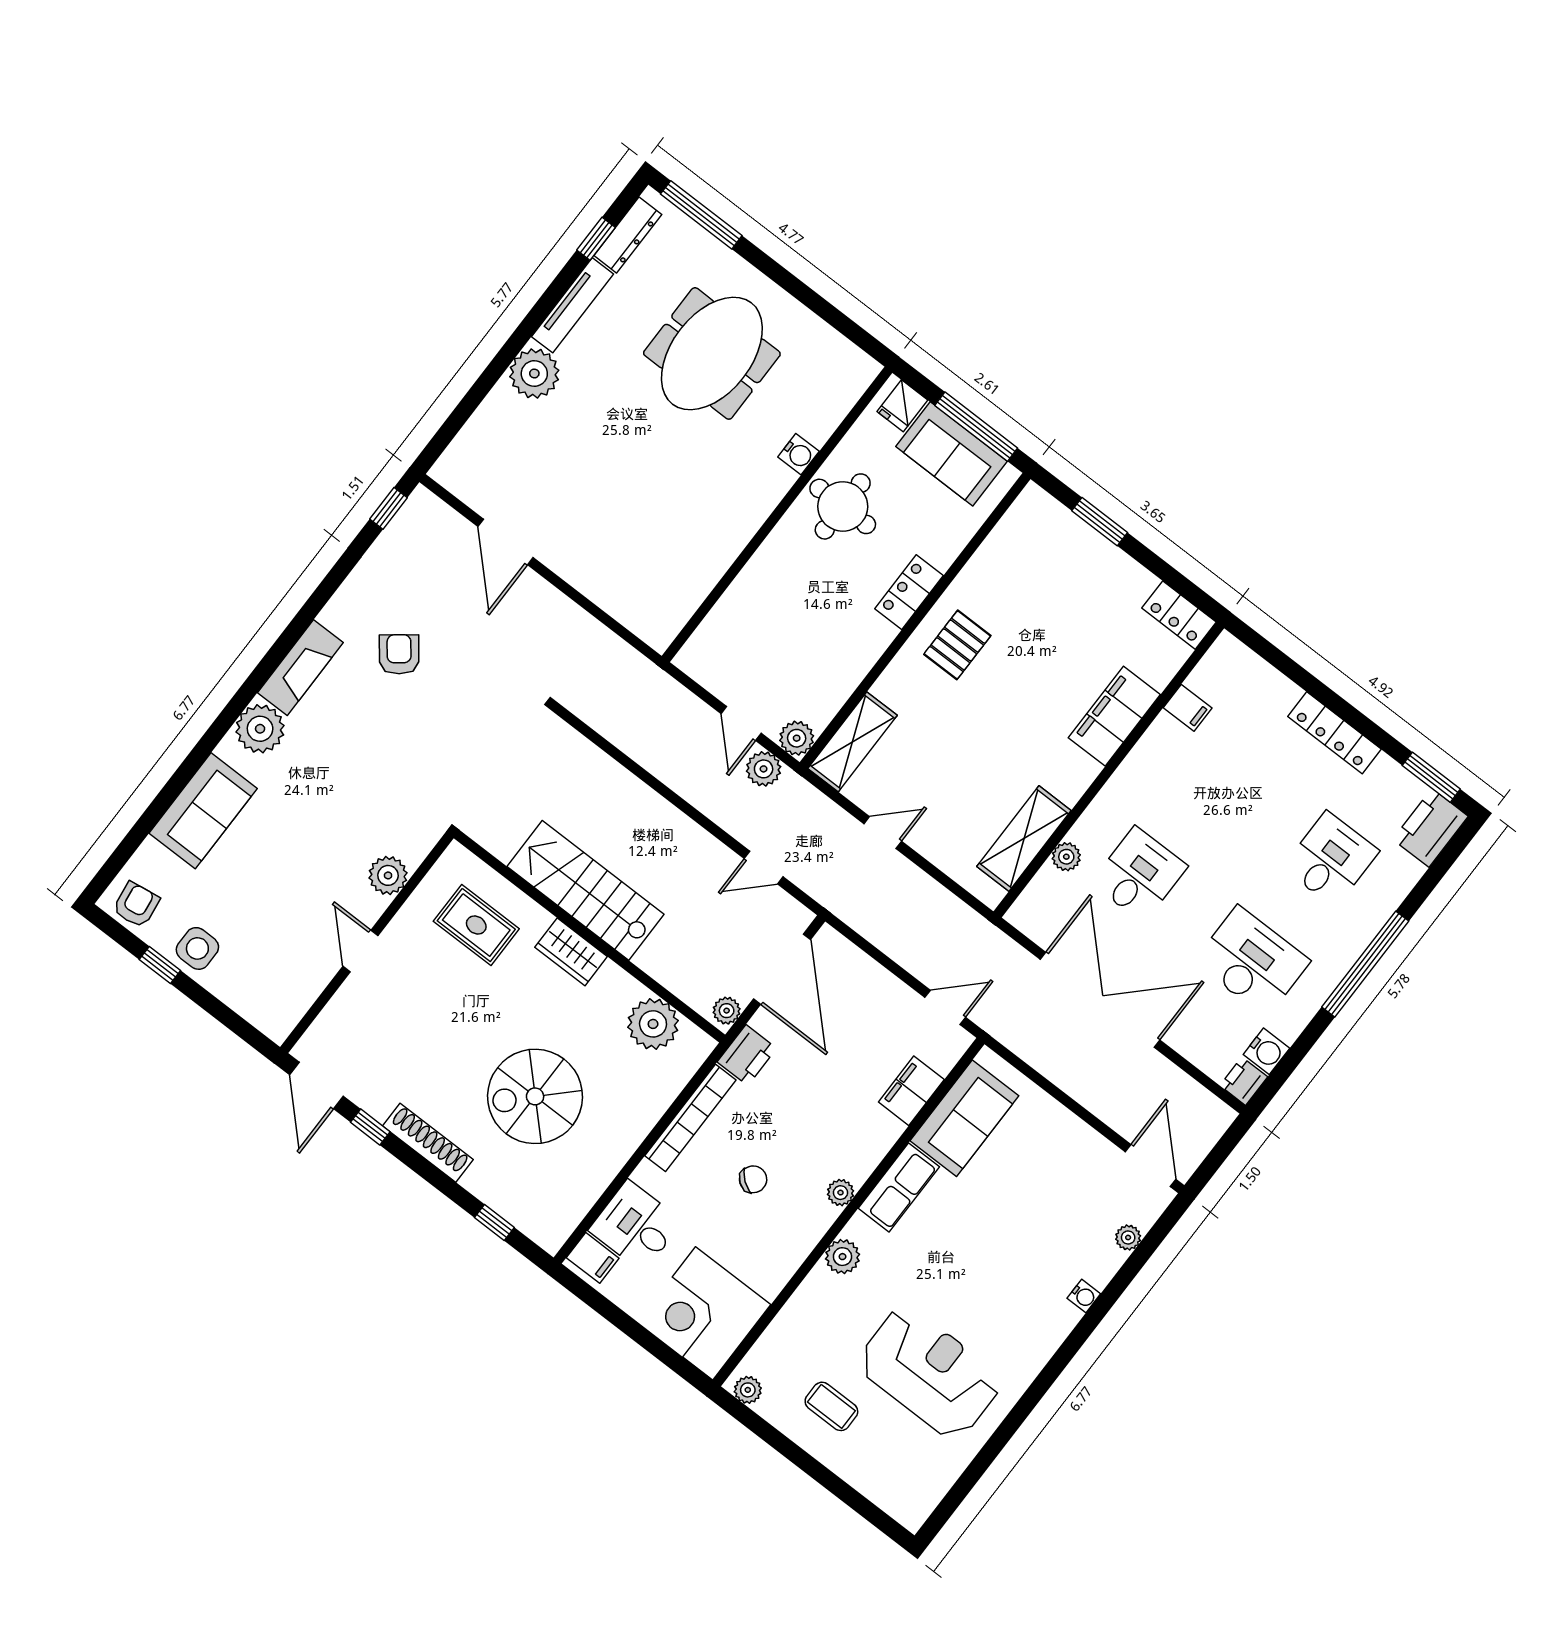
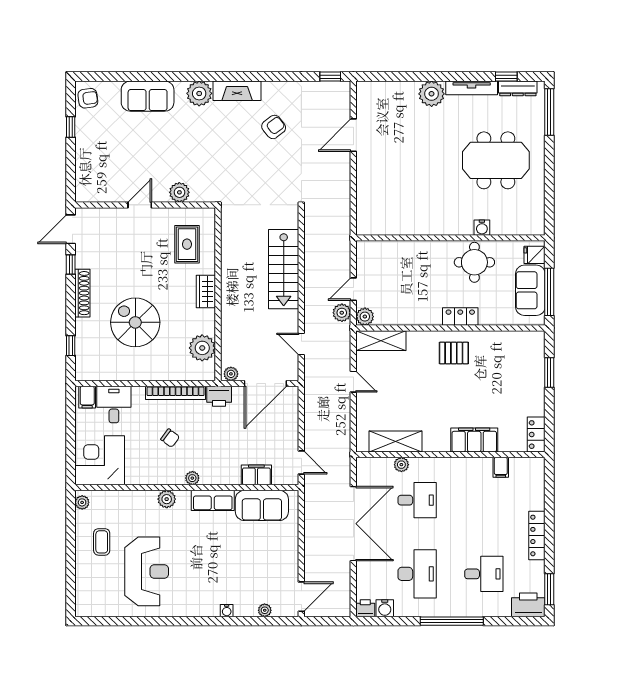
stairs: (586, 890) -> (284, 269), moved, turned 180
side table: (197, 948) -> (89, 137), removed

